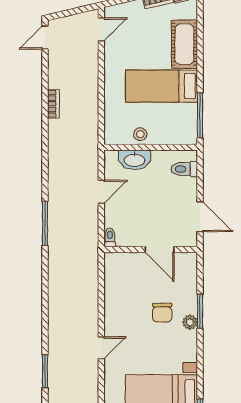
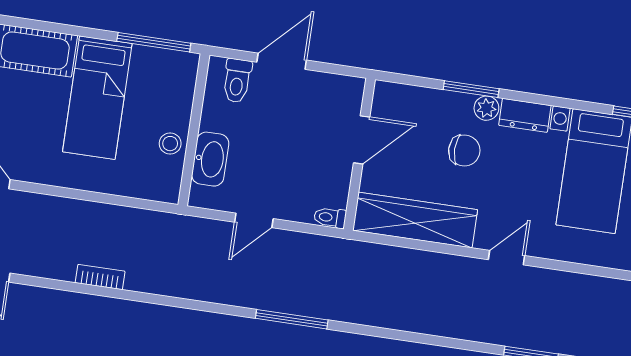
door: (101, 192) -> (254, 220), swing flipped
door: (200, 217) -> (282, 61), moved
wardrobe: (116, 289) -> (415, 220), added
dresser: (189, 346) -> (525, 115), added
door: (101, 348) -> (507, 258), hinge flipped

